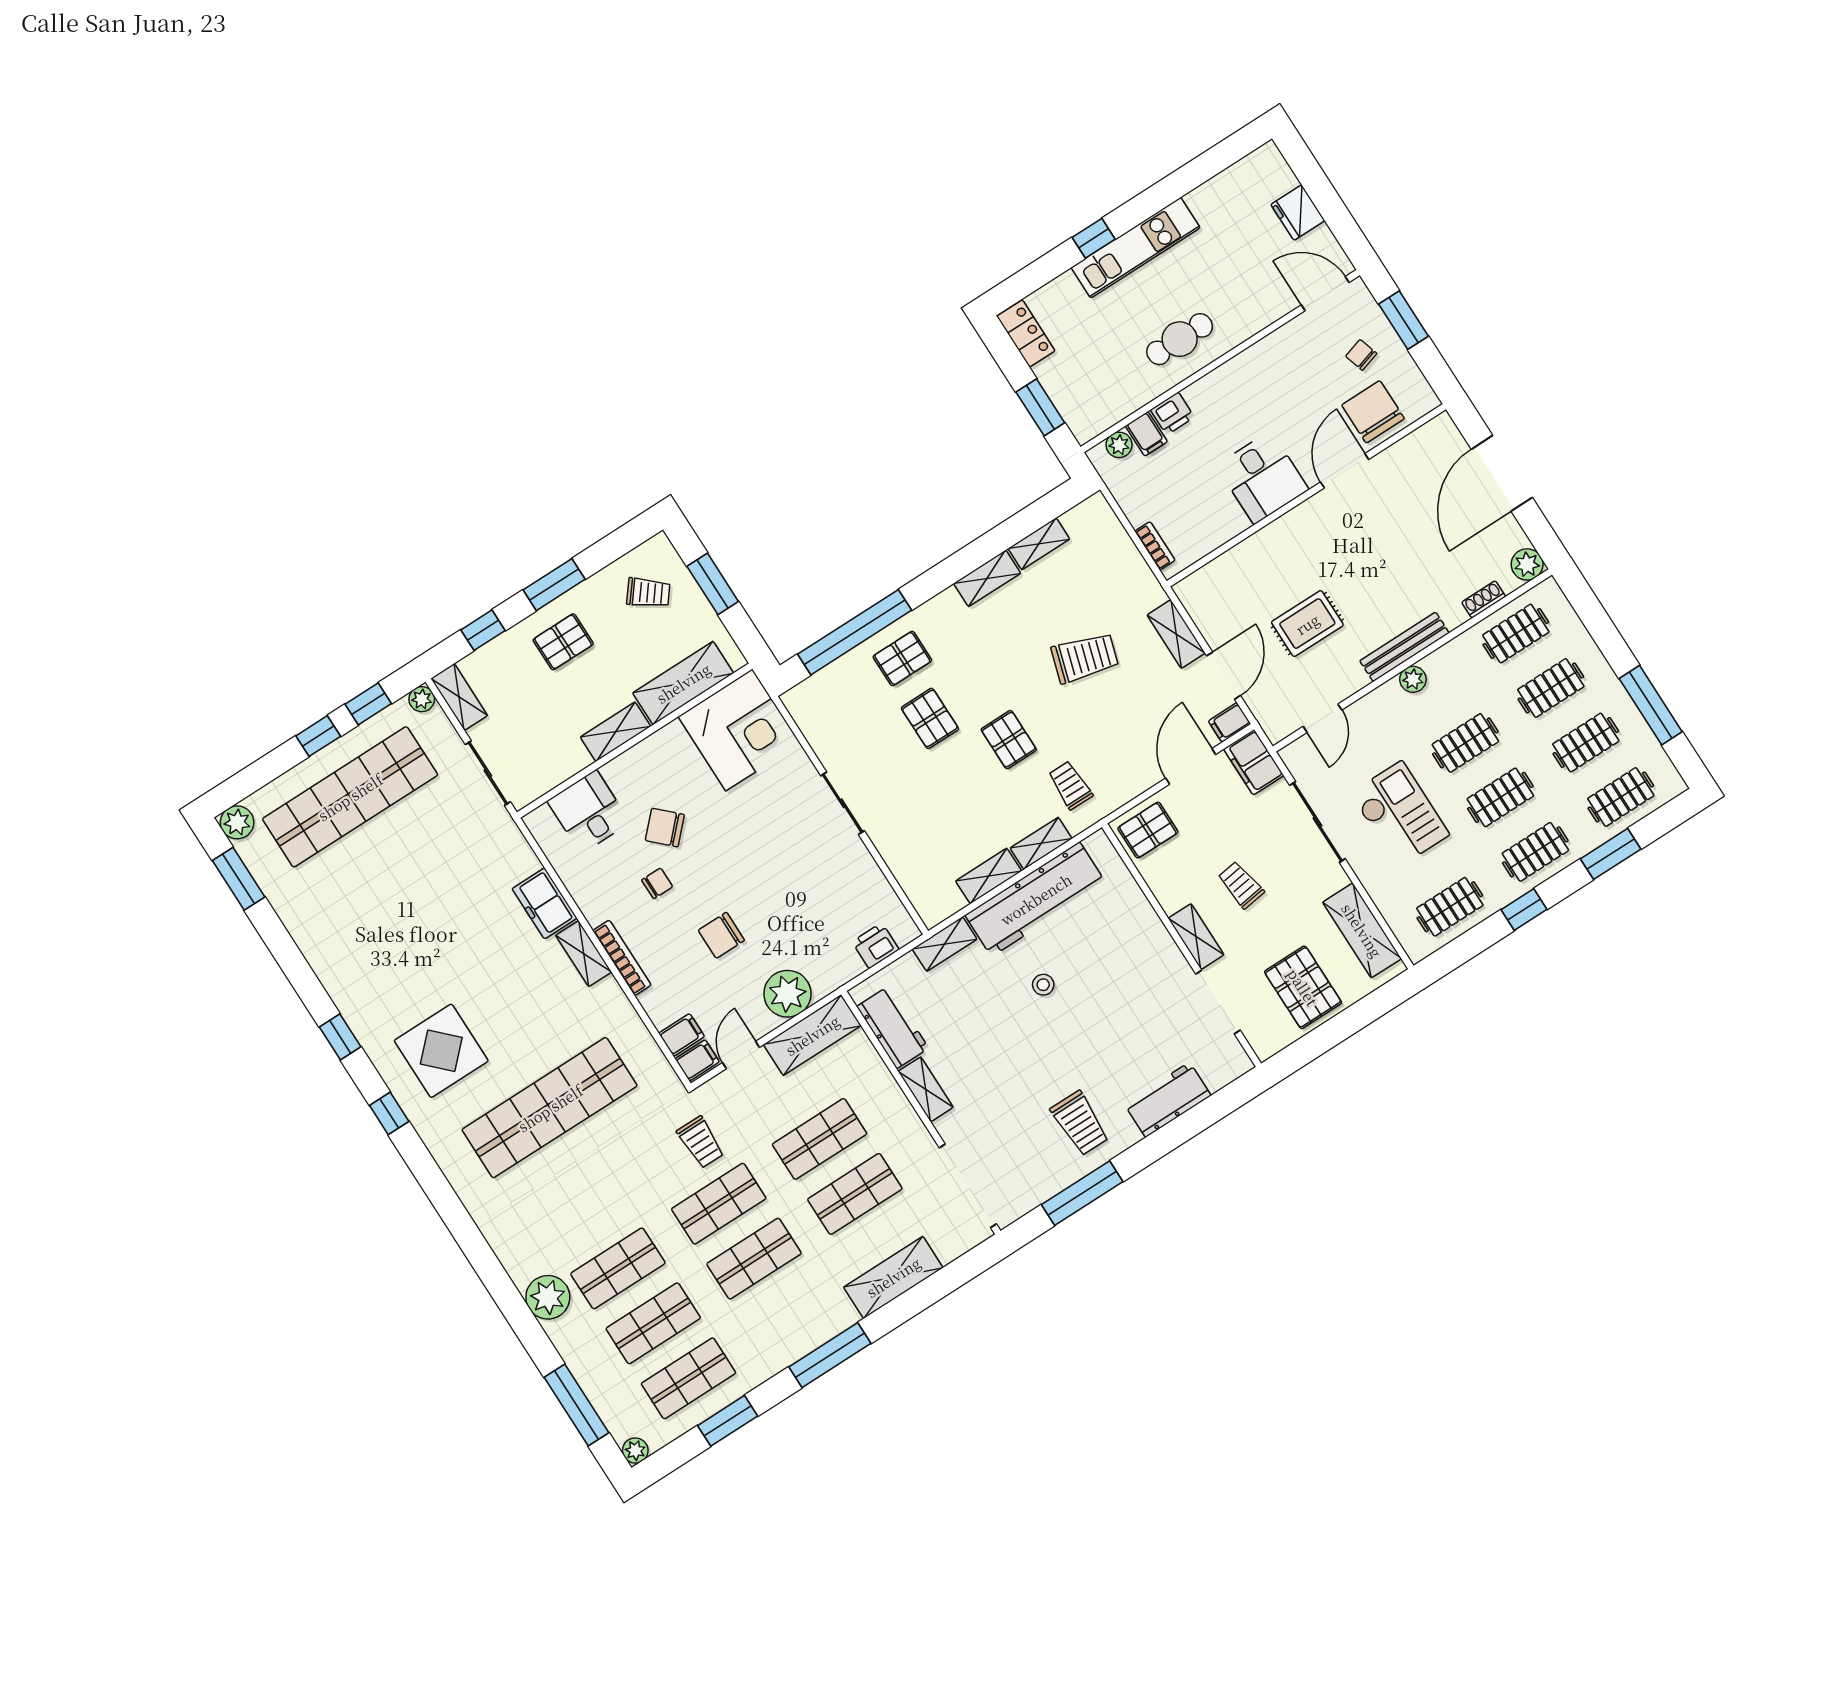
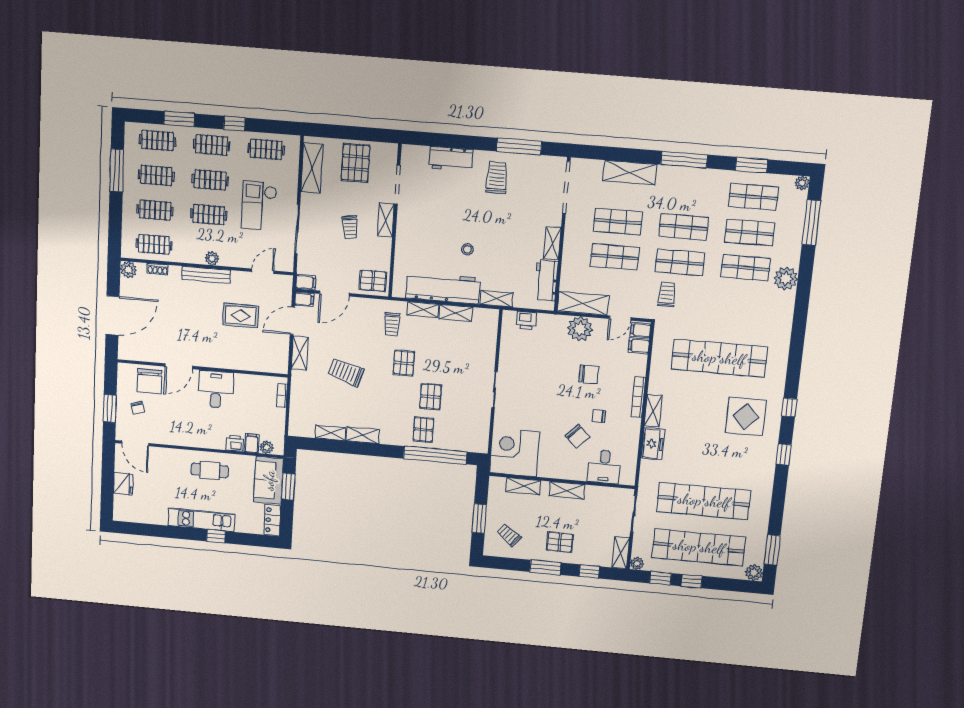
sofa: (1078, 394) -> (269, 480), added
pallet: (902, 658) -> (423, 430), turned 90
shelving: (683, 683) -> (523, 486), width x0.67, depth x0.75
filing cabinet: (1254, 762) -> (306, 282), width x0.50
shop shelf: (400, 875) -> (704, 501), added

